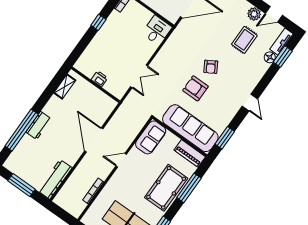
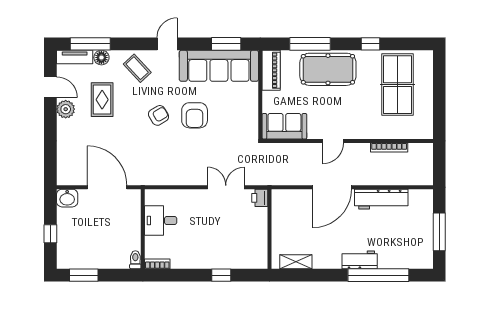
window: (98, 22) -> (221, 275), moved
desk: (157, 30) -> (161, 220), moved
rug: (244, 40) -> (102, 100), turned 90
window: (283, 56) -> (90, 44), width x1.44
coffee table: (248, 74) -> (137, 68), added
printer: (99, 79) -> (260, 198), moved
sofa: (190, 128) -> (219, 66), moved, turned -90
door: (121, 160) -> (333, 141), hinge flipped
workbench: (55, 179) -> (381, 199), moved

